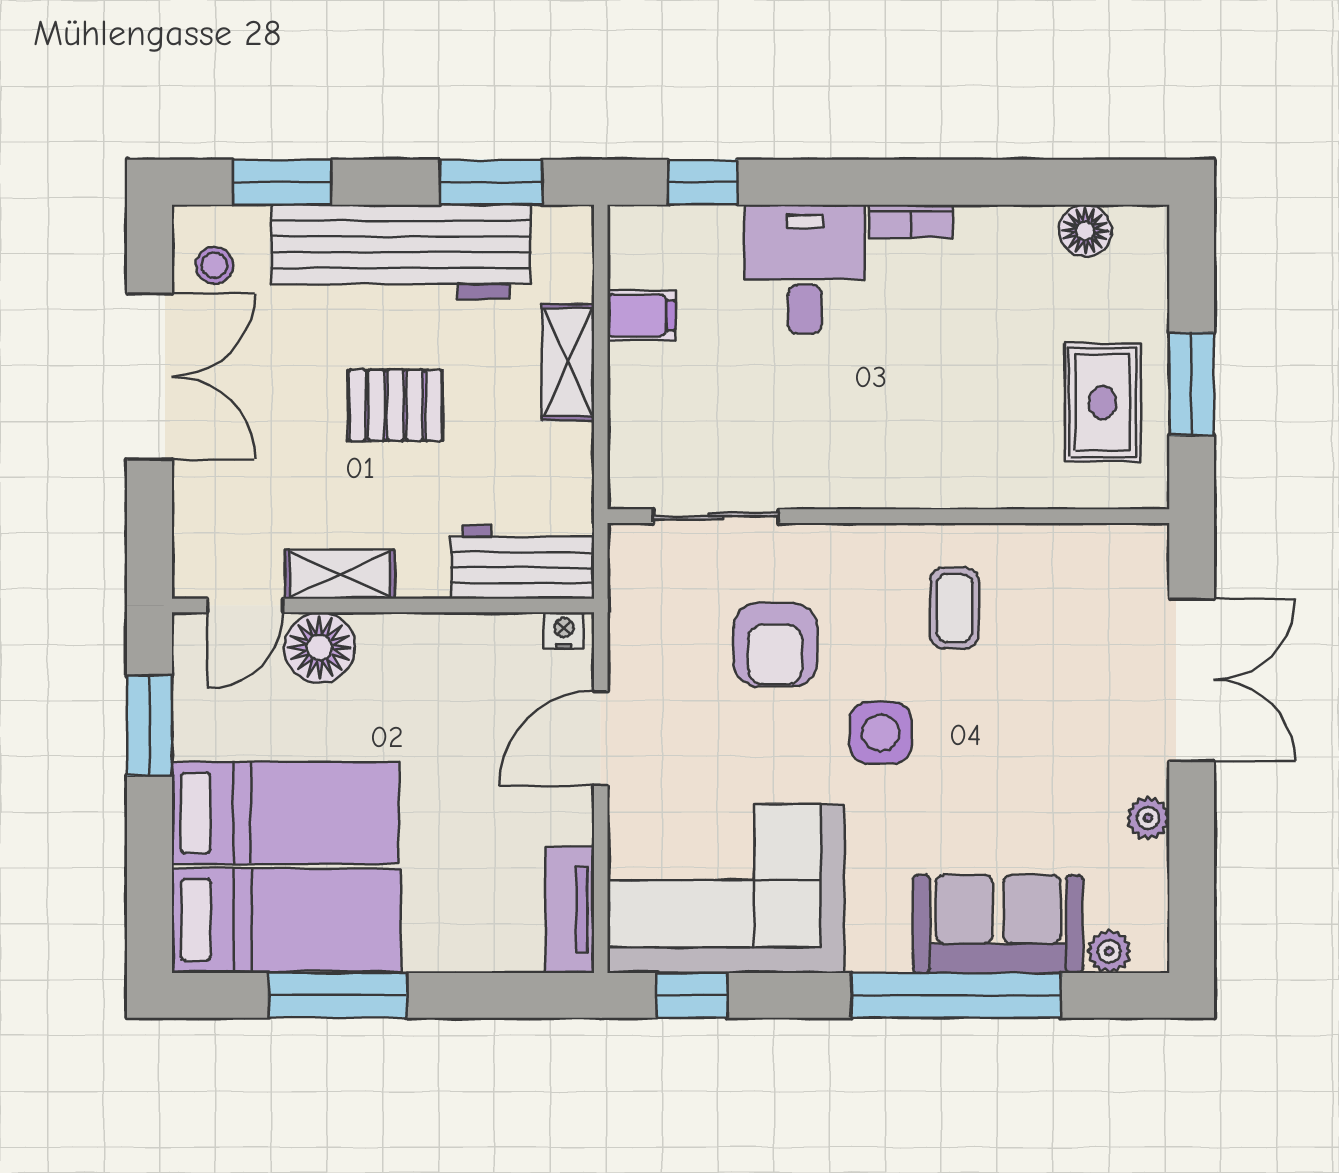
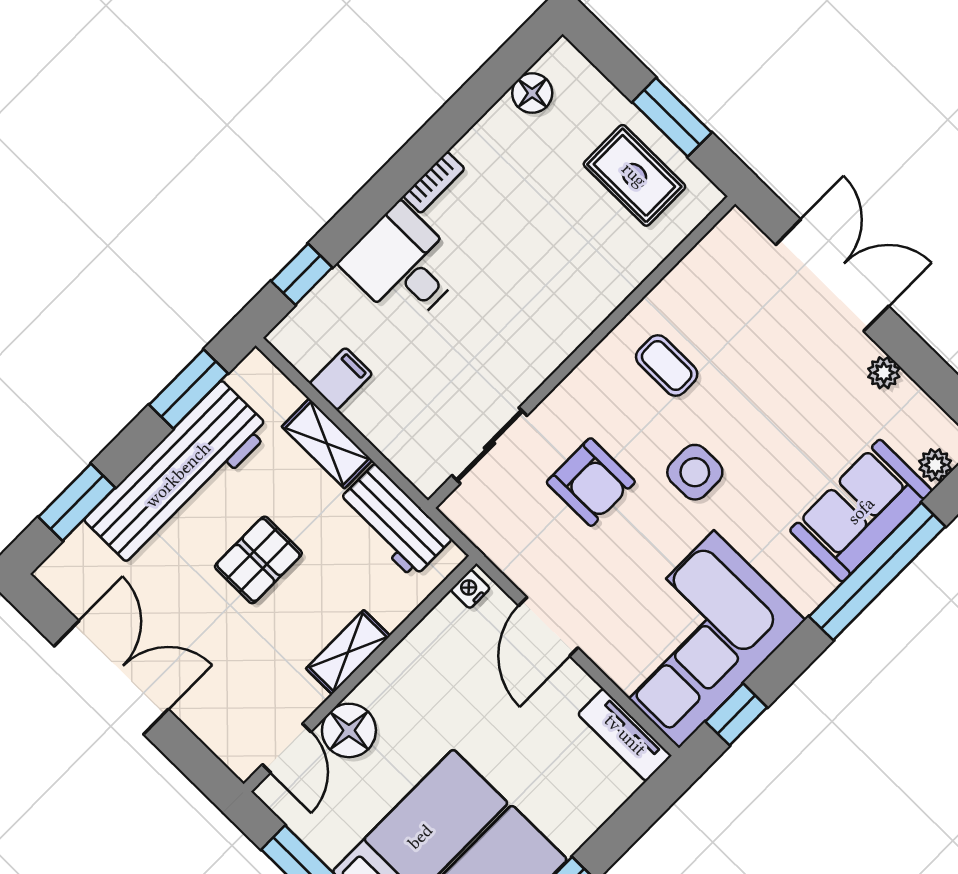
stool: (214, 265) -> (86, 583), removed
workbench: (522, 562) -> (394, 521), moved, turned -90
shelving: (340, 574) -> (348, 652), moved

